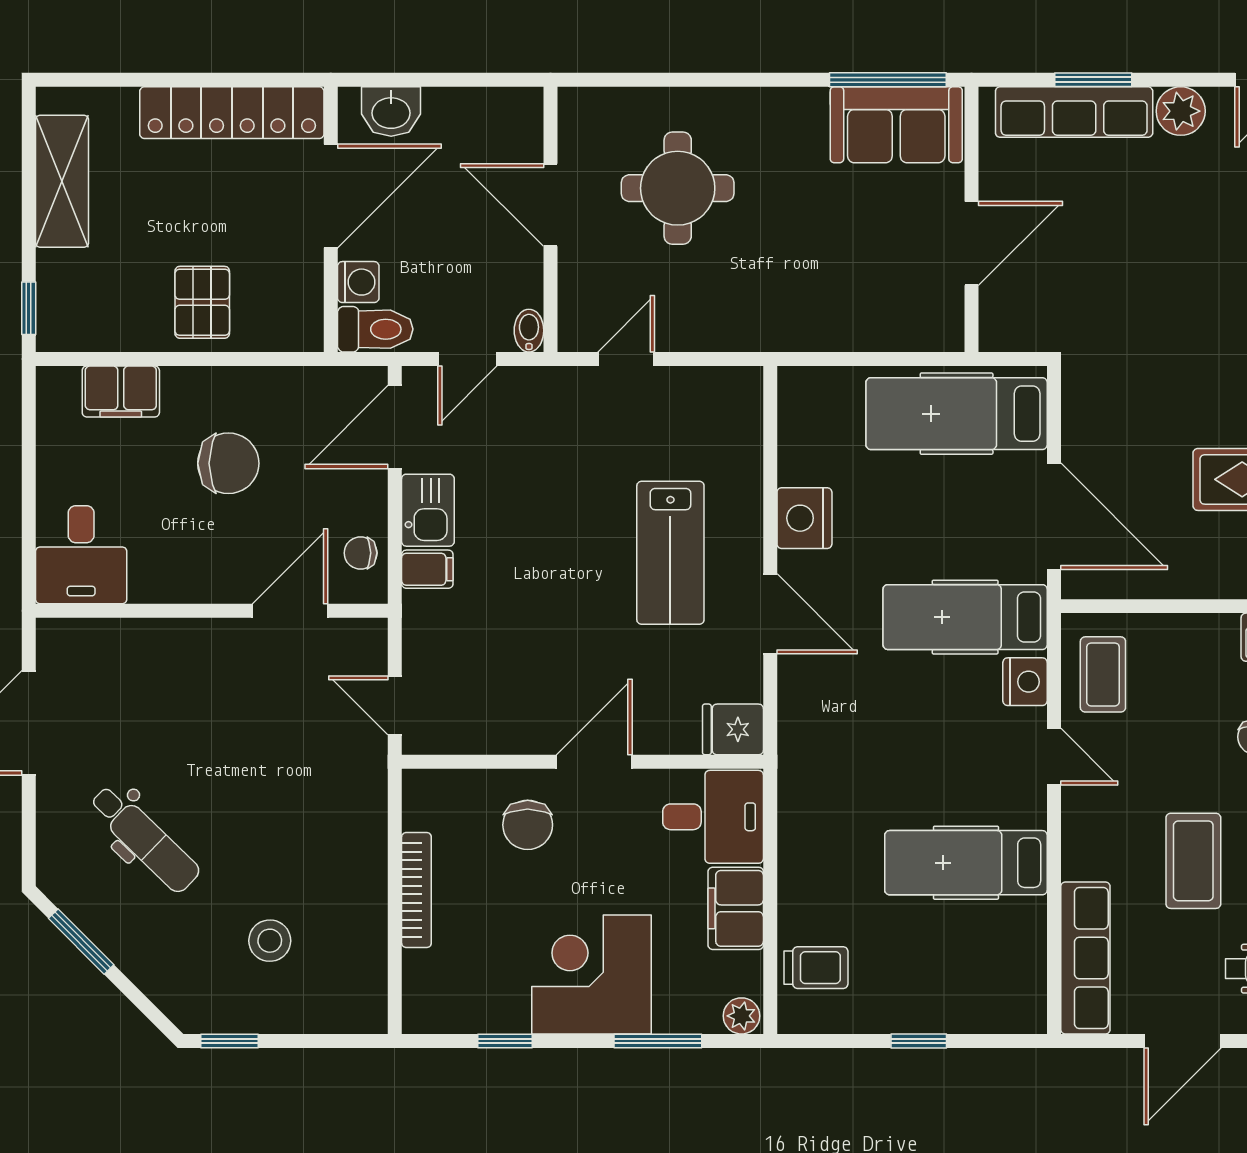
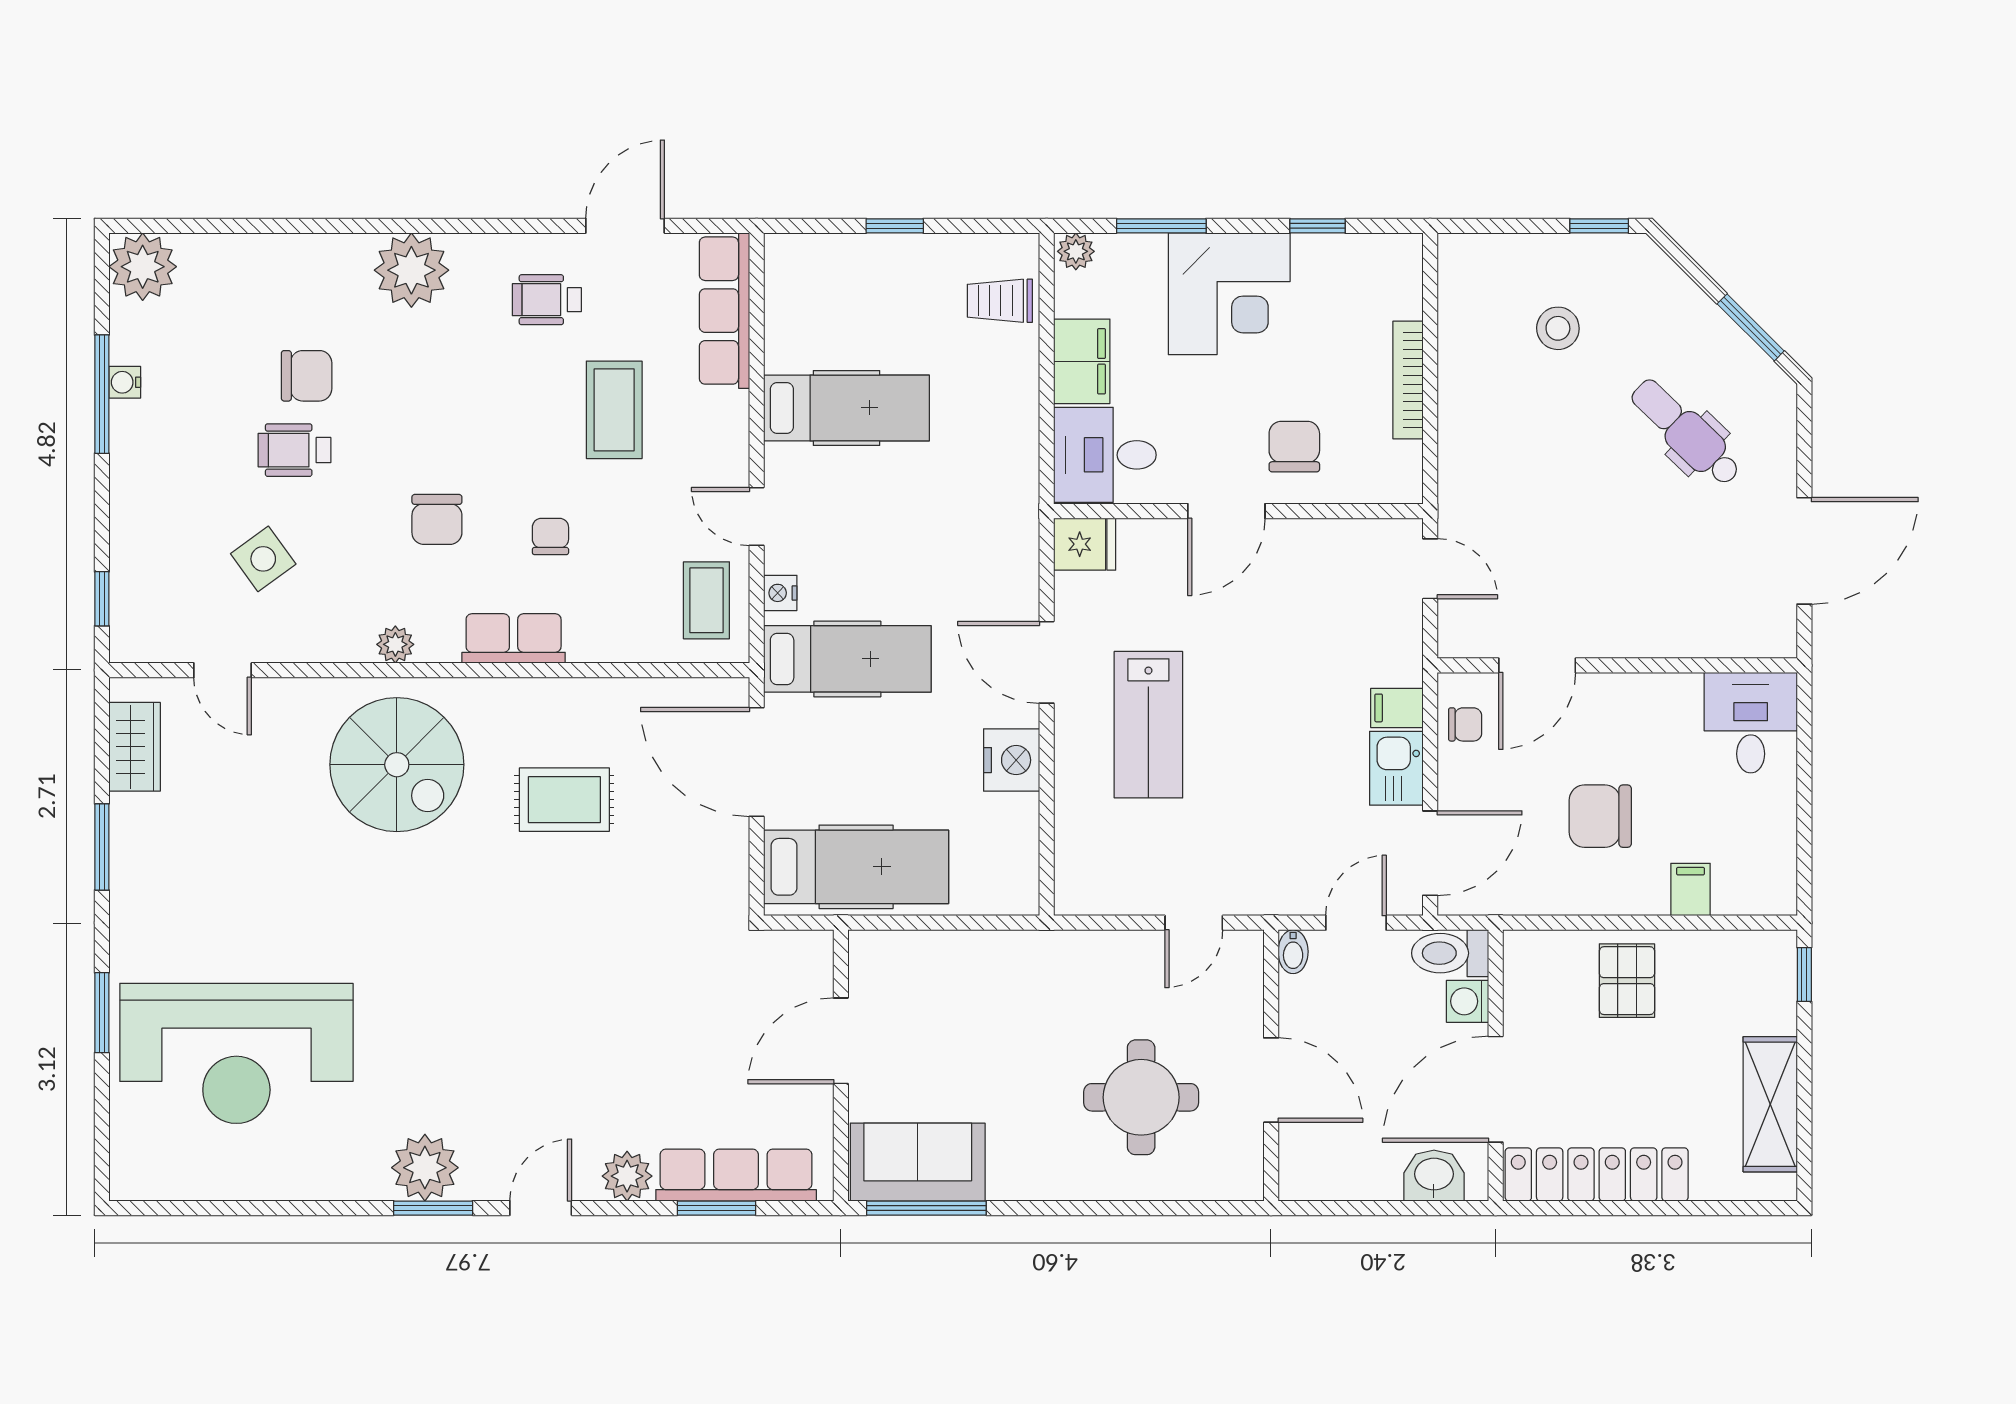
filing cabinet: (121, 391) -> (1690, 889), width x0.50
lab bench: (670, 553) -> (1148, 725), turned 180
nightstand: (1025, 682) -> (780, 593), width x0.72, depth x0.74

